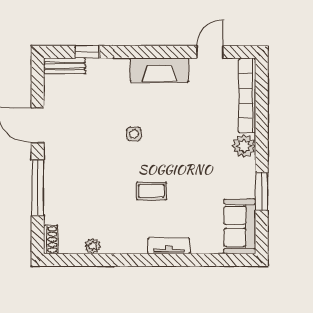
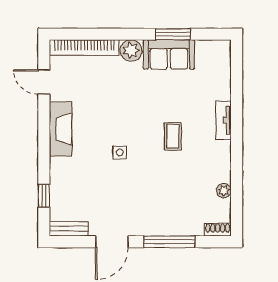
bench: (65, 66) -> (69, 229), moved, turned 90
sofa: (240, 226) -> (169, 54), moved

